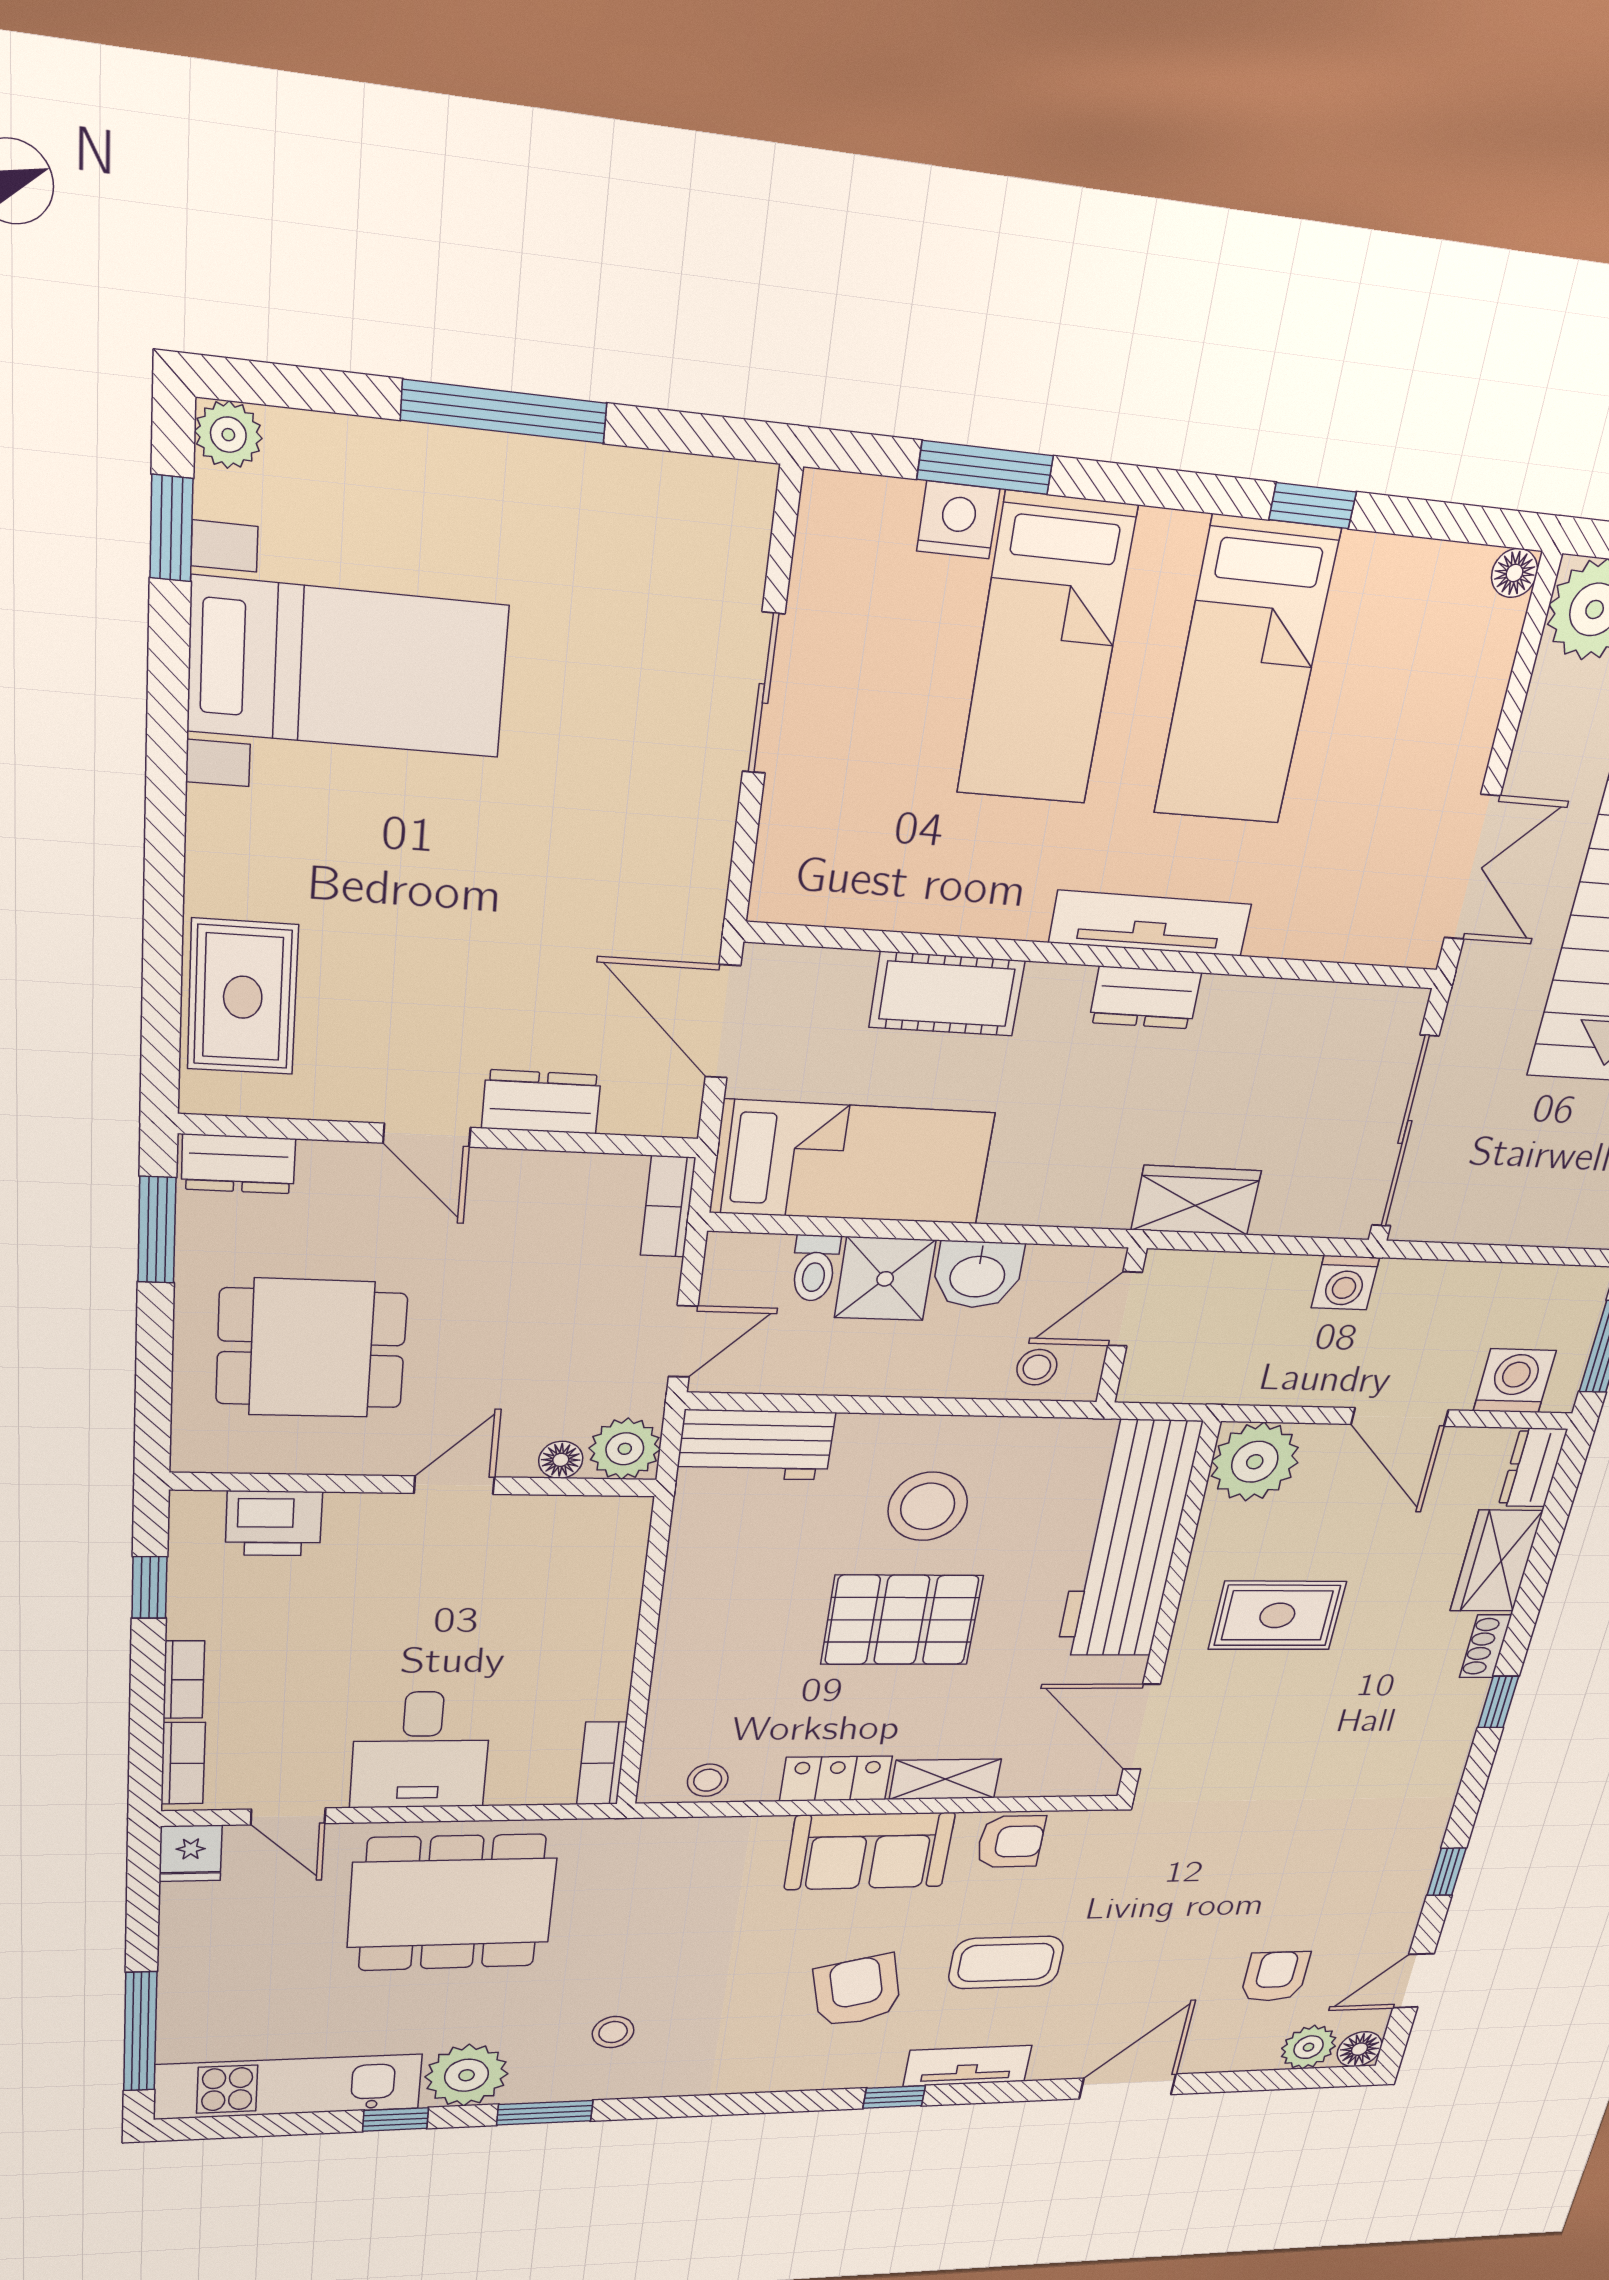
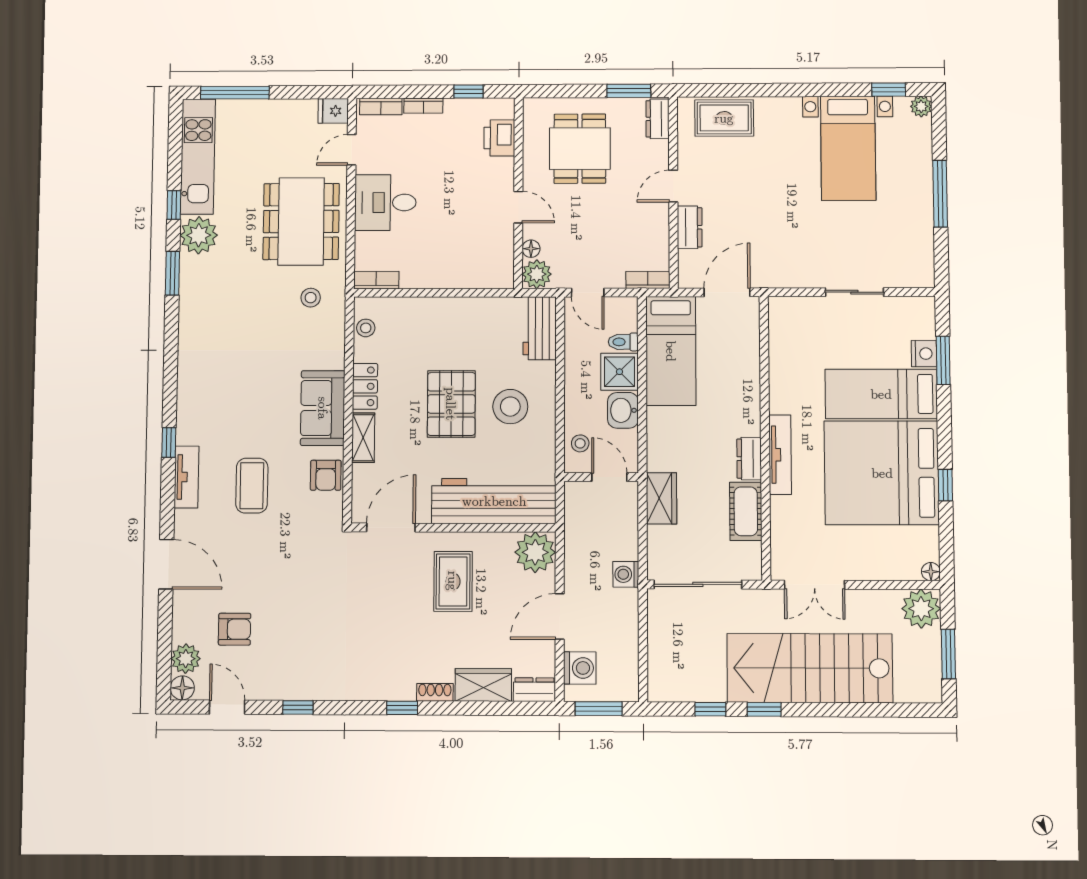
bed: (1246, 673) -> (882, 473), width x2.04
cot: (947, 994) -> (746, 511), moved
armchair: (857, 1991) -> (238, 414), removed
stool: (613, 2032) -> (311, 298), moved

